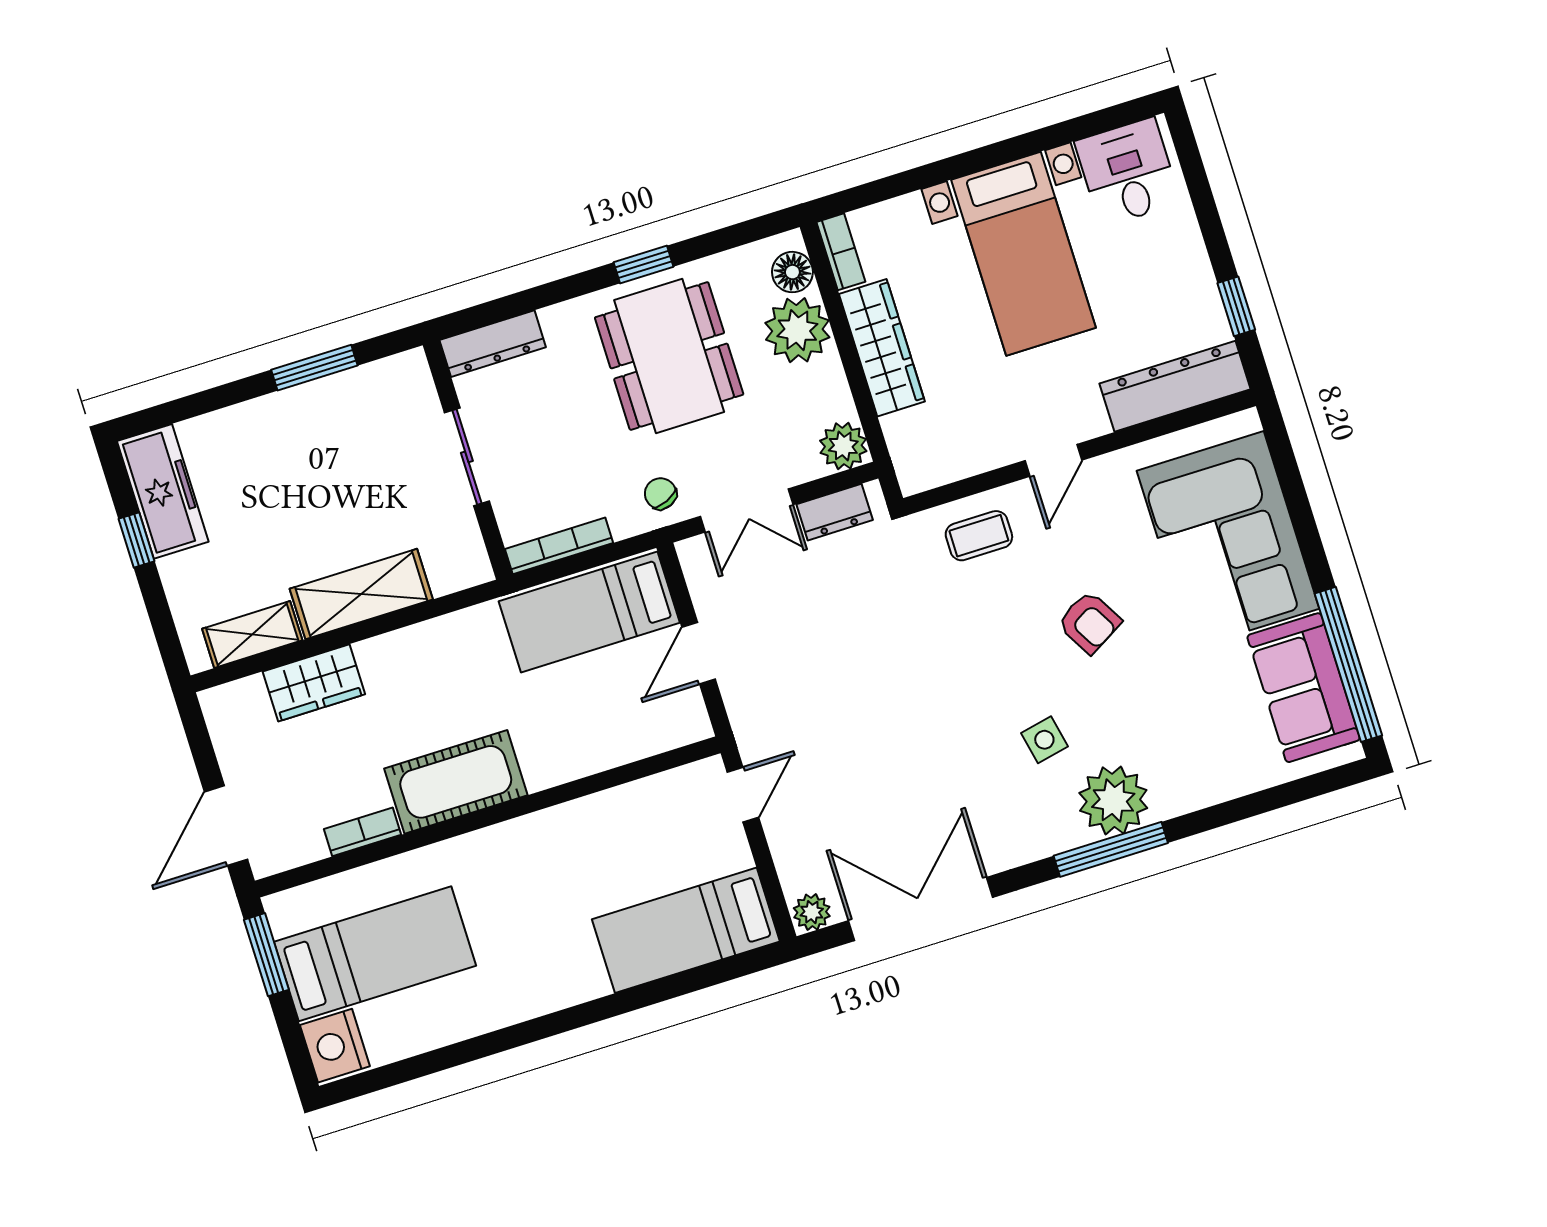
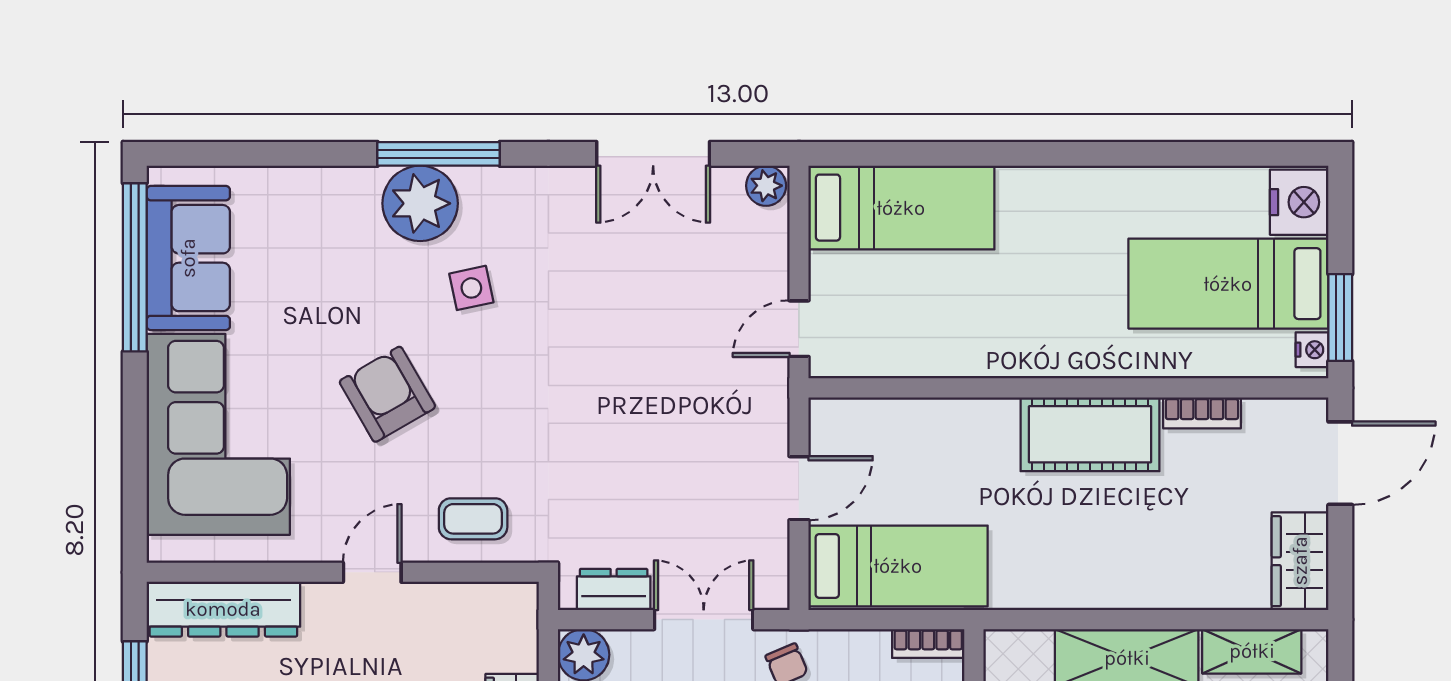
bookcase: (559, 546) -> (928, 643), width x0.64
armchair: (1089, 622) -> (387, 394), width x1.38, depth x1.38
wardrobe: (314, 683) -> (1300, 561), moved, turned -90
double door: (921, 909) -> (653, 154), width x0.73
nightstand: (283, 918) -> (1312, 350), added

